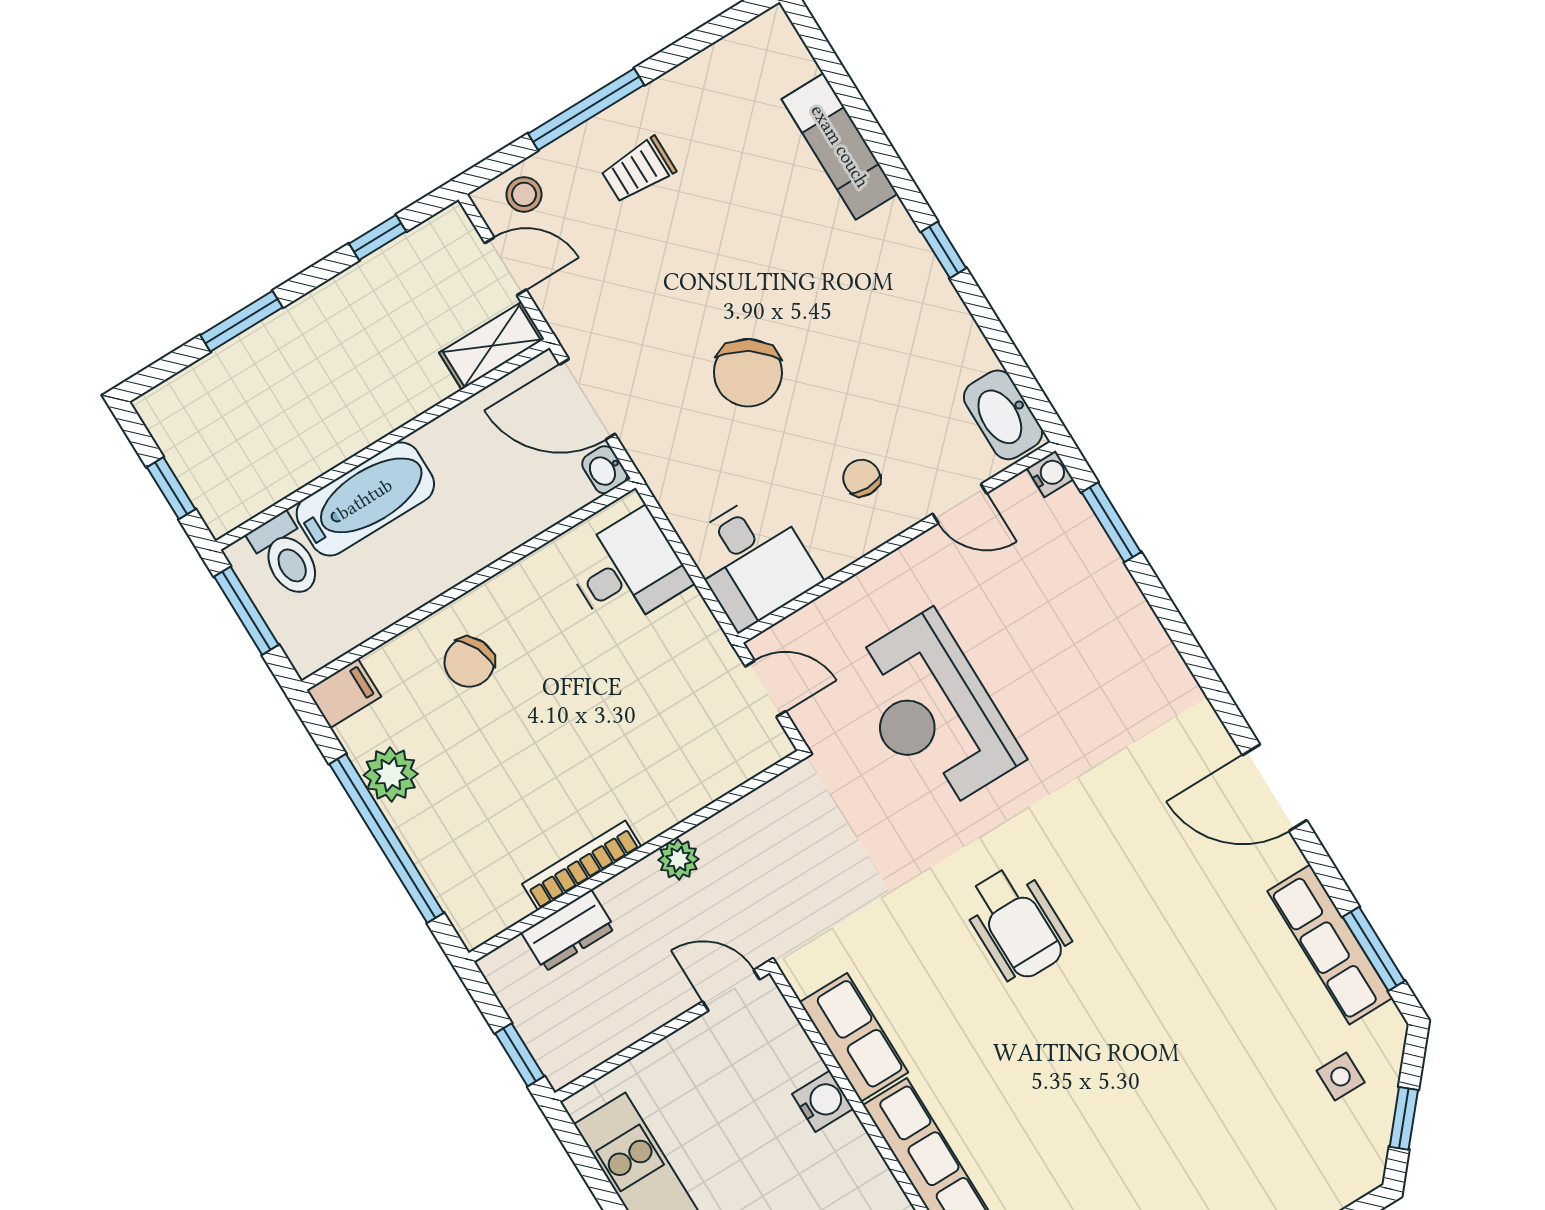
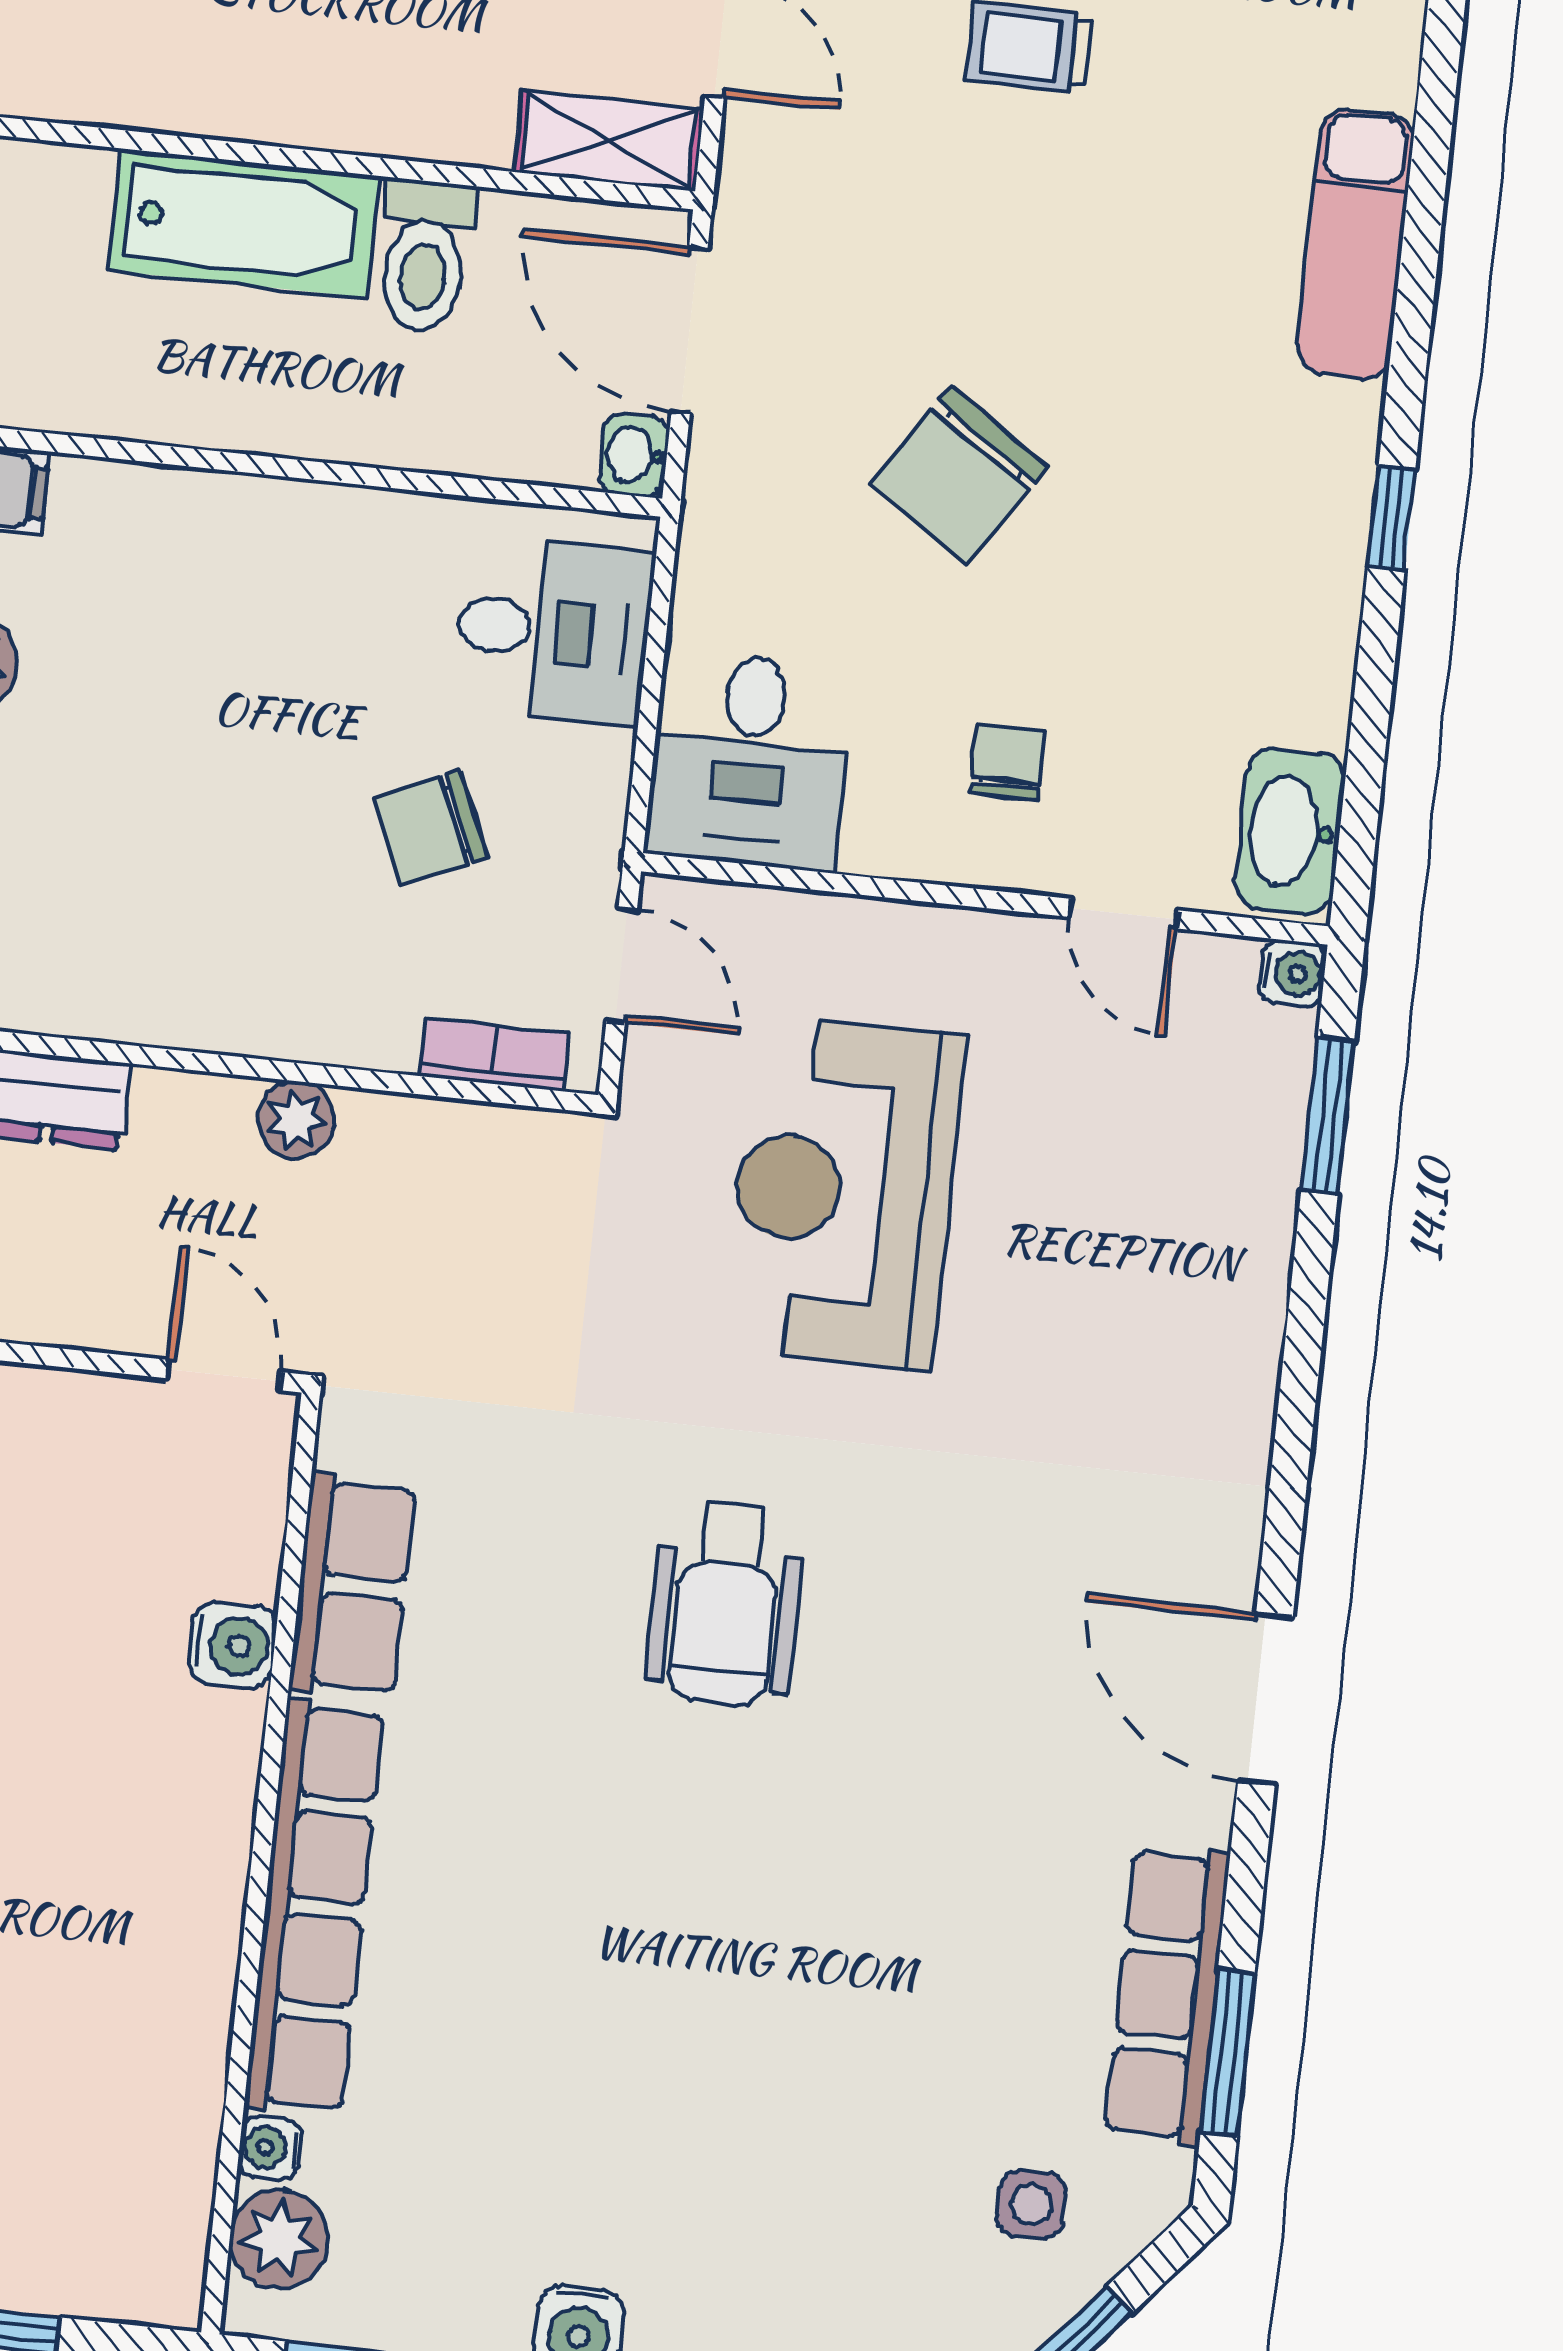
toilet: (286, 556) -> (425, 256), moved
chair: (469, 662) -> (430, 828), moved
bookcase: (582, 865) -> (494, 1055), moved, width x0.64

